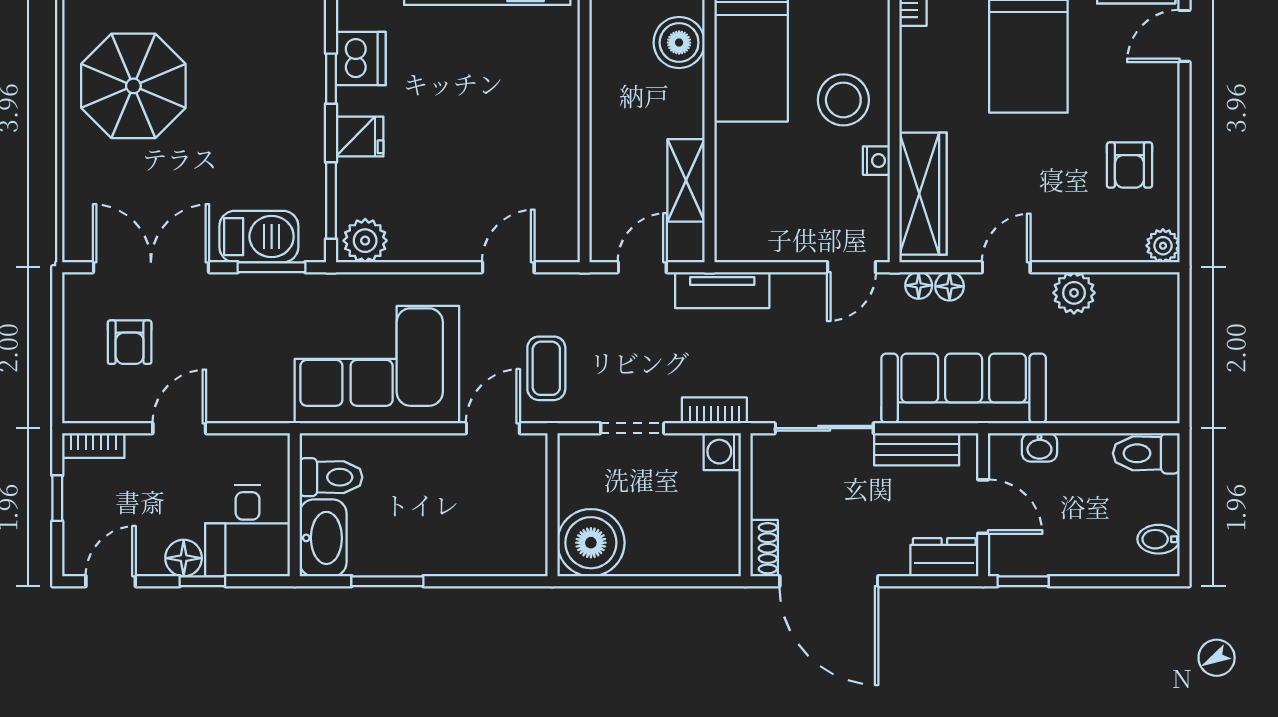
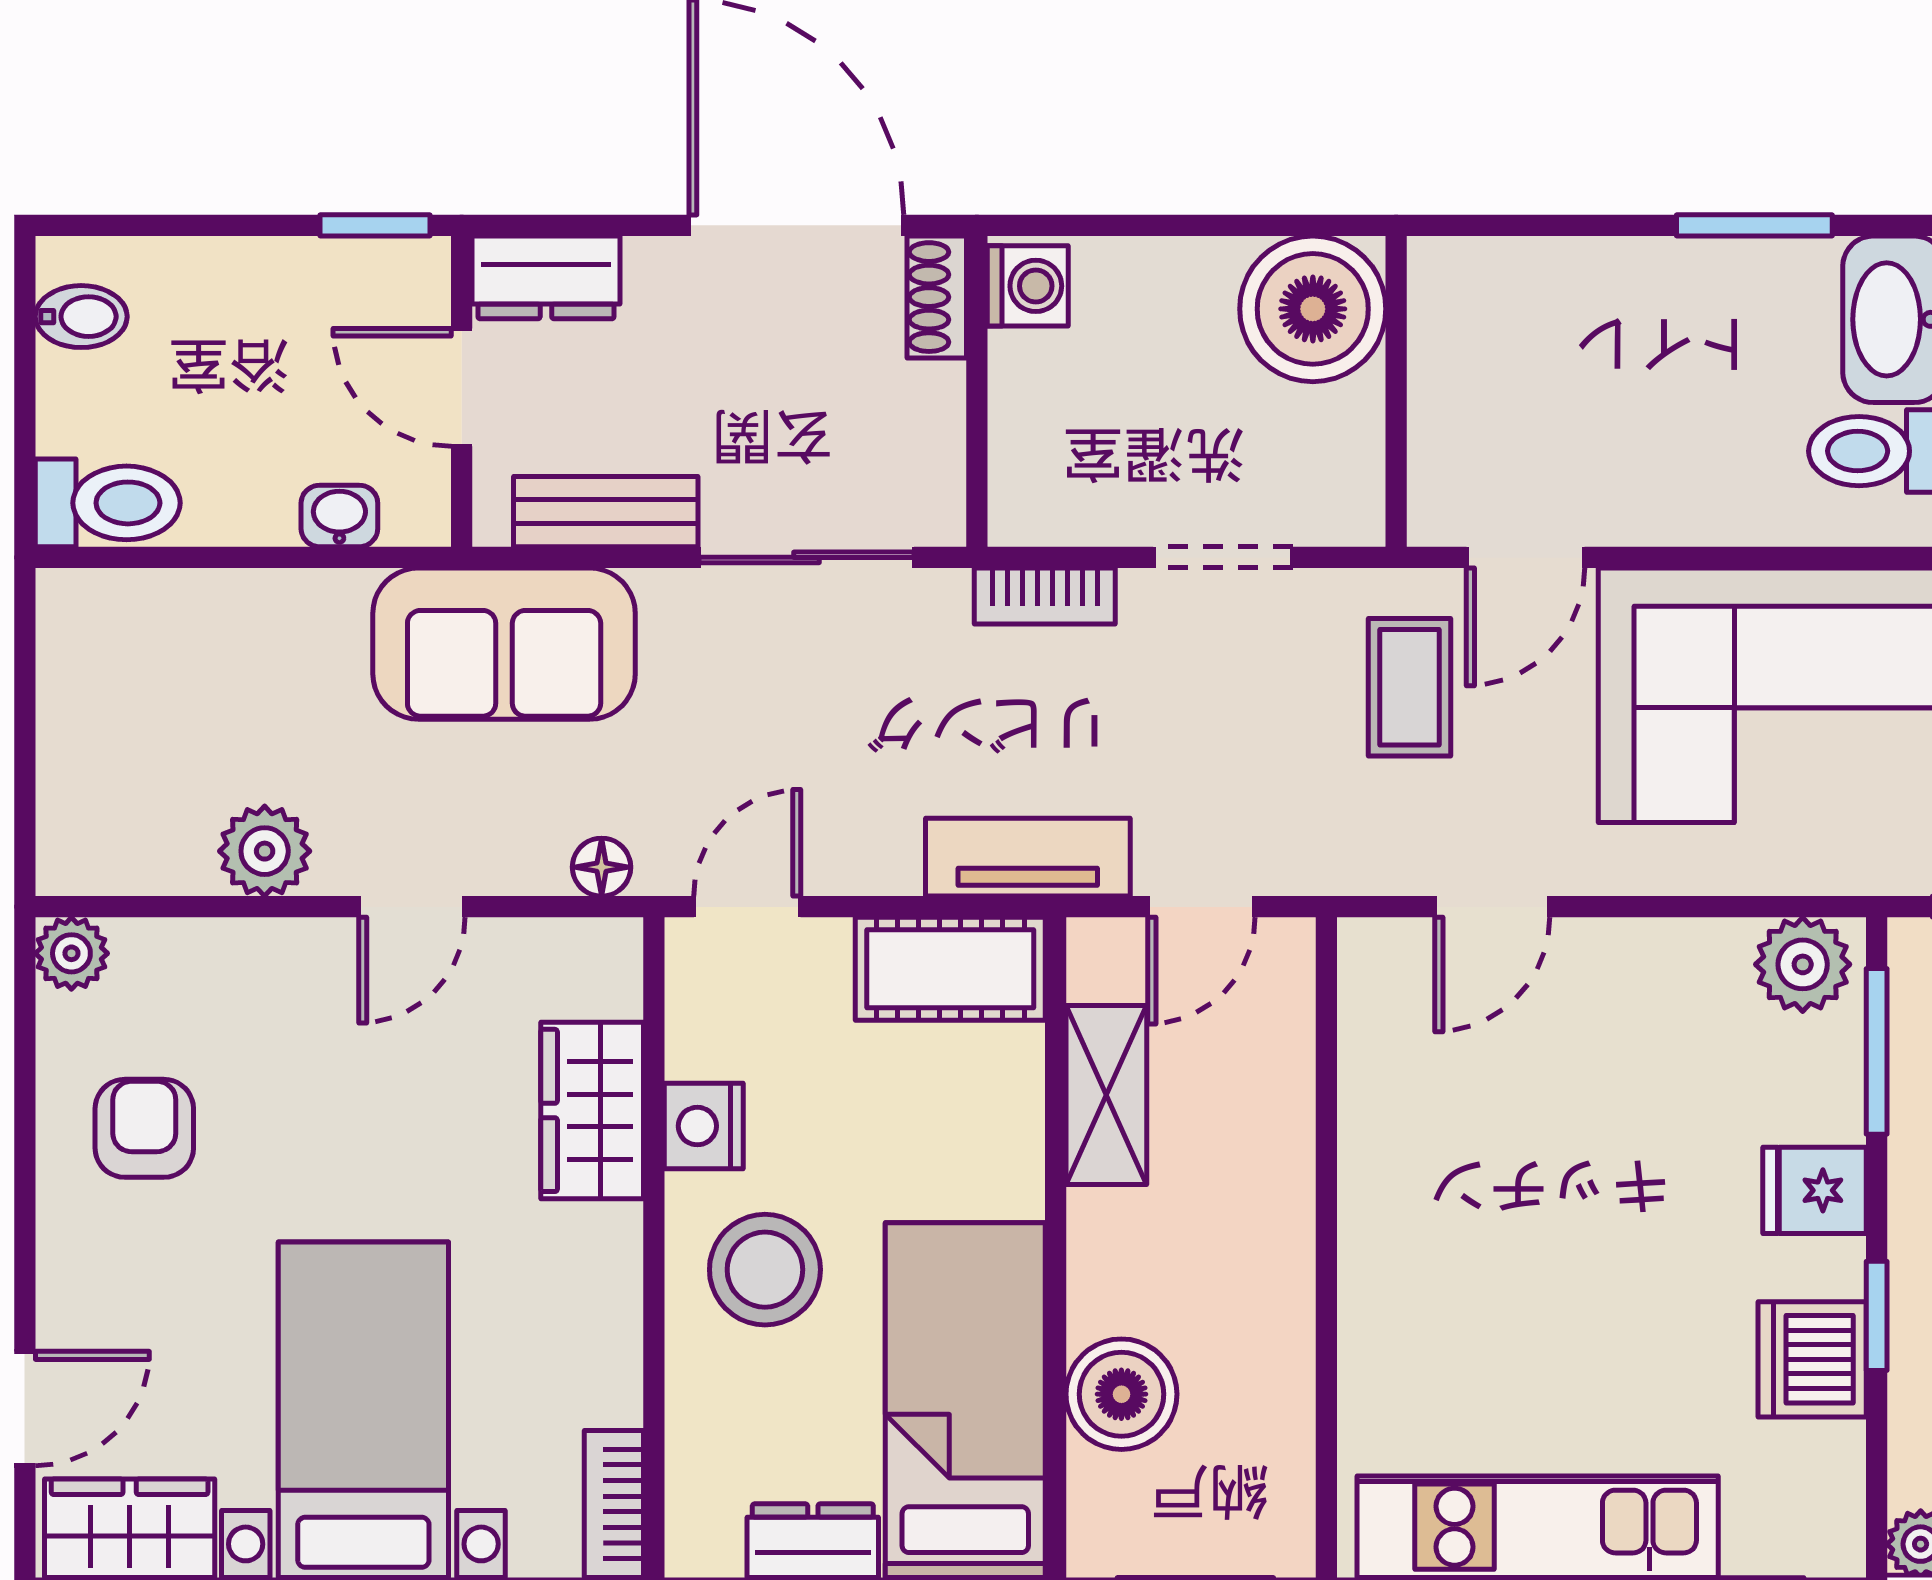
nightstand: (876, 161) -> (704, 1126), width x1.39, depth x1.35
wardrobe: (923, 194) -> (592, 1110), width x0.67
cot: (758, 239) -> (950, 969), added
floor lamp: (950, 286) -> (535, 865), removed
sofa: (964, 388) -> (504, 644), width x0.73
washing machine: (722, 452) -> (1028, 286), moved

